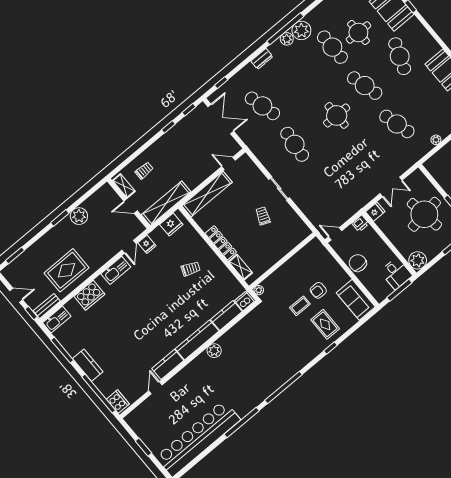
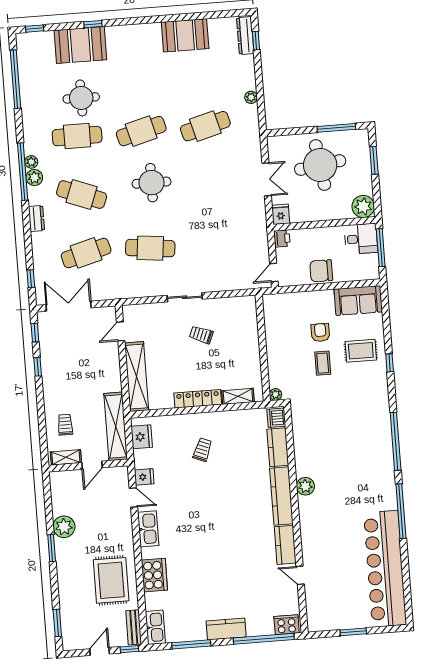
plant: (301, 30) -> (31, 162), width x0.53, depth x0.53
cafe table: (400, 56) -> (82, 195), moved
armchair: (318, 290) -> (320, 333), turned 180

